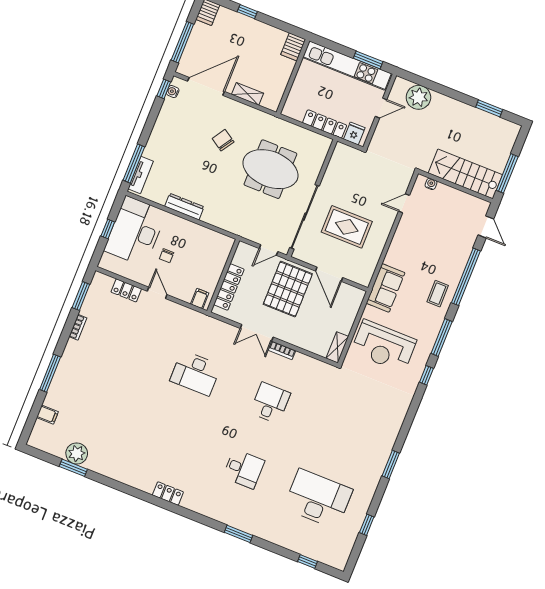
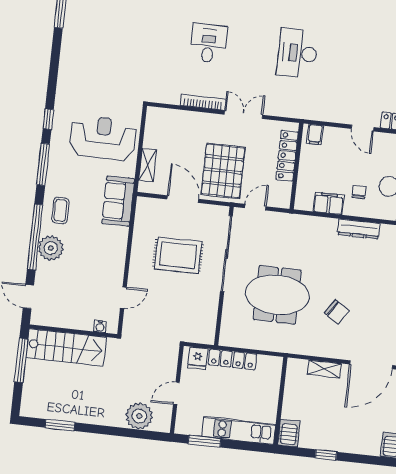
window: (247, 12) -> (326, 455), moved
kitchen unit: (347, 65) -> (239, 430), width x0.73
filing cabinet: (204, 236) -> (329, 203), added
chair: (167, 256) -> (359, 192), moved
plant: (455, 263) -> (51, 248), added
shelving: (337, 347) -> (148, 165), moved
bookcase: (282, 350) -> (203, 102), width x1.56
desk: (196, 373) -> (297, 53), turned -90
desk: (270, 403) -> (208, 43), turned 180

